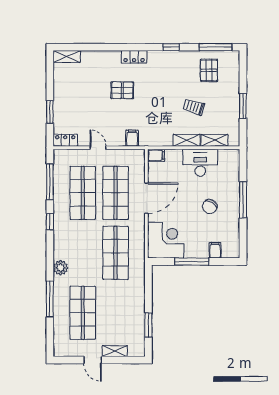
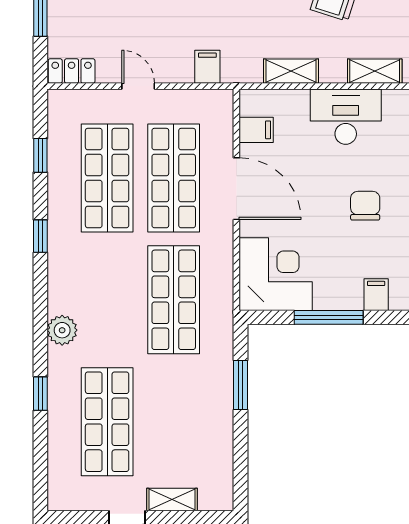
shelving: (187, 140) -> (291, 71), moved
filing cabinet: (156, 155) -> (256, 130), moved
window: (50, 182) -> (40, 155), width x0.46
door: (146, 198) -> (236, 189), hinge flipped
chair: (210, 207) -> (365, 206), turned 147
window: (50, 299) -> (40, 394), width x0.46
window: (148, 325) -> (240, 385), moved

